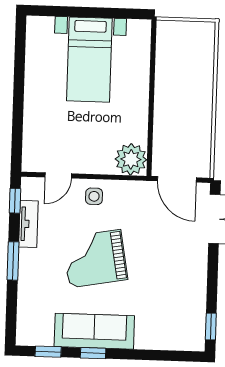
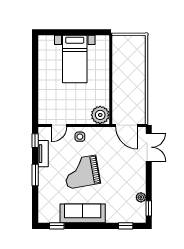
plant: (198, 307) -> (141, 197), added
window: (93, 353) -> (126, 226), moved

